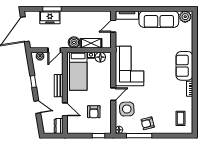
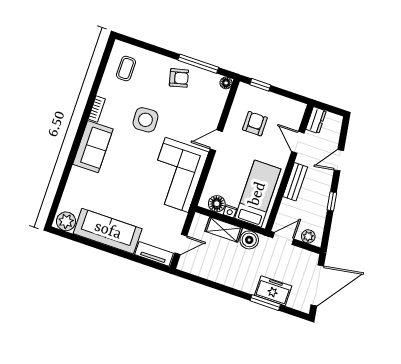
door: (37, 107) -> (339, 160), hinge flipped
side table: (127, 109) -> (145, 120), moved

